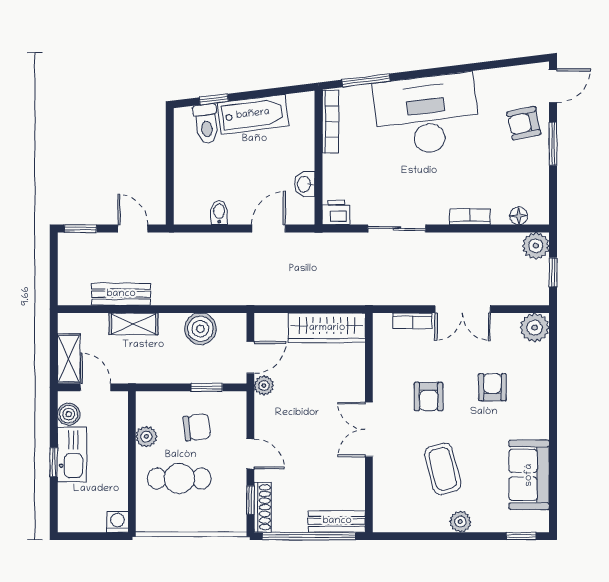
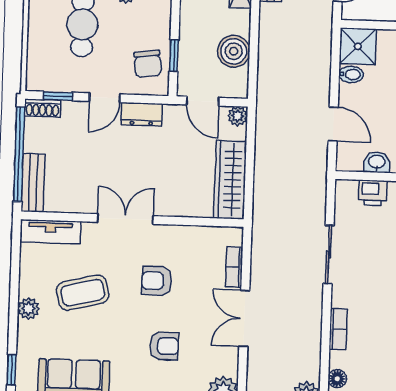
shower: (191, 207) -> (358, 46), added
printer: (336, 212) -> (373, 193), moved, turned 90
plant: (264, 385) -> (238, 116), moved
dresser: (265, 417) -> (142, 114), added
chair: (197, 427) -> (148, 64), moved
tv unit: (384, 503) -> (50, 232), added
shoe rack: (263, 507) -> (42, 108), width x0.70

